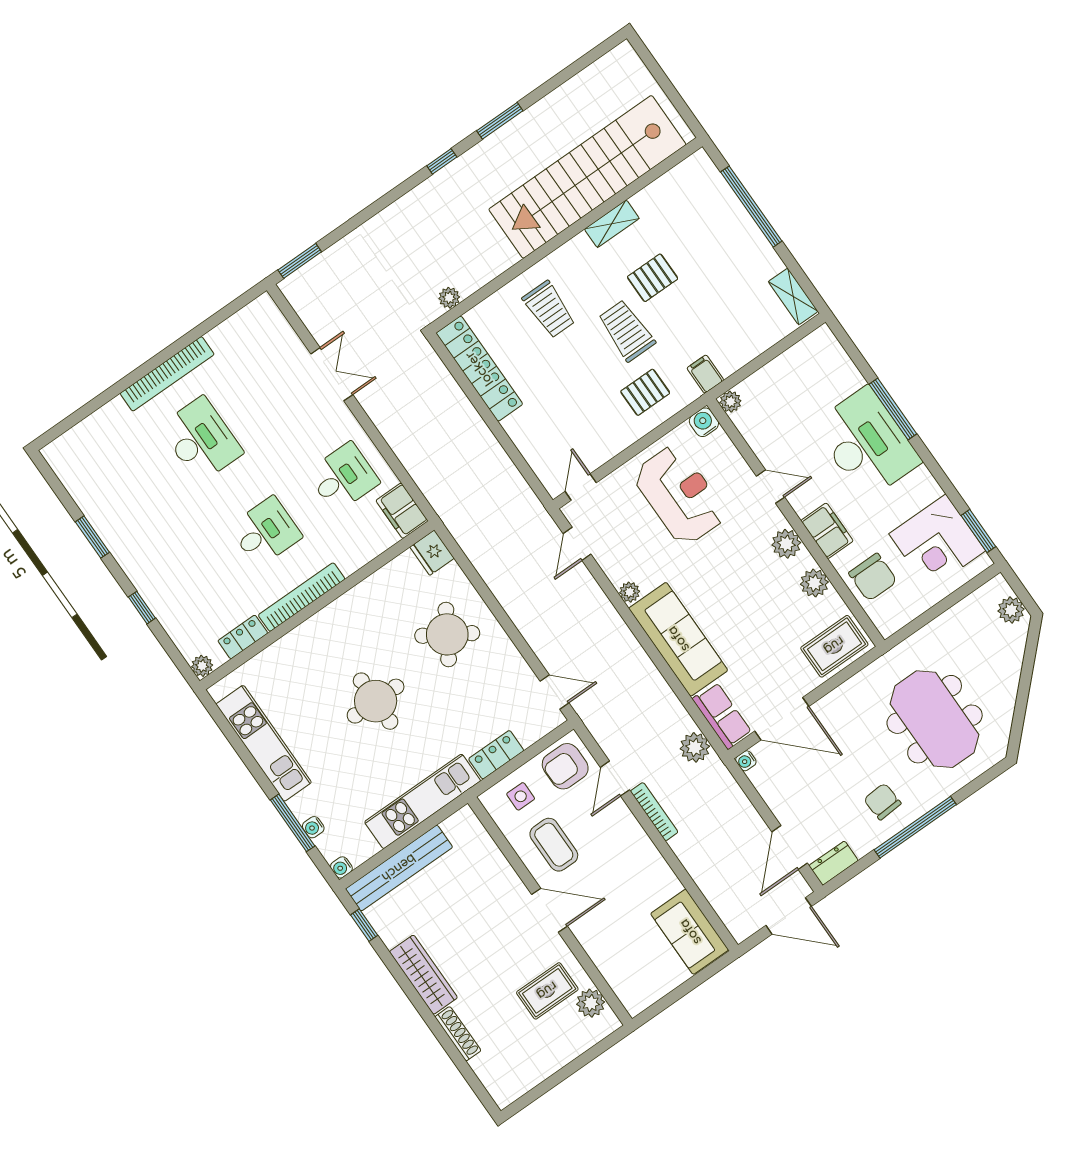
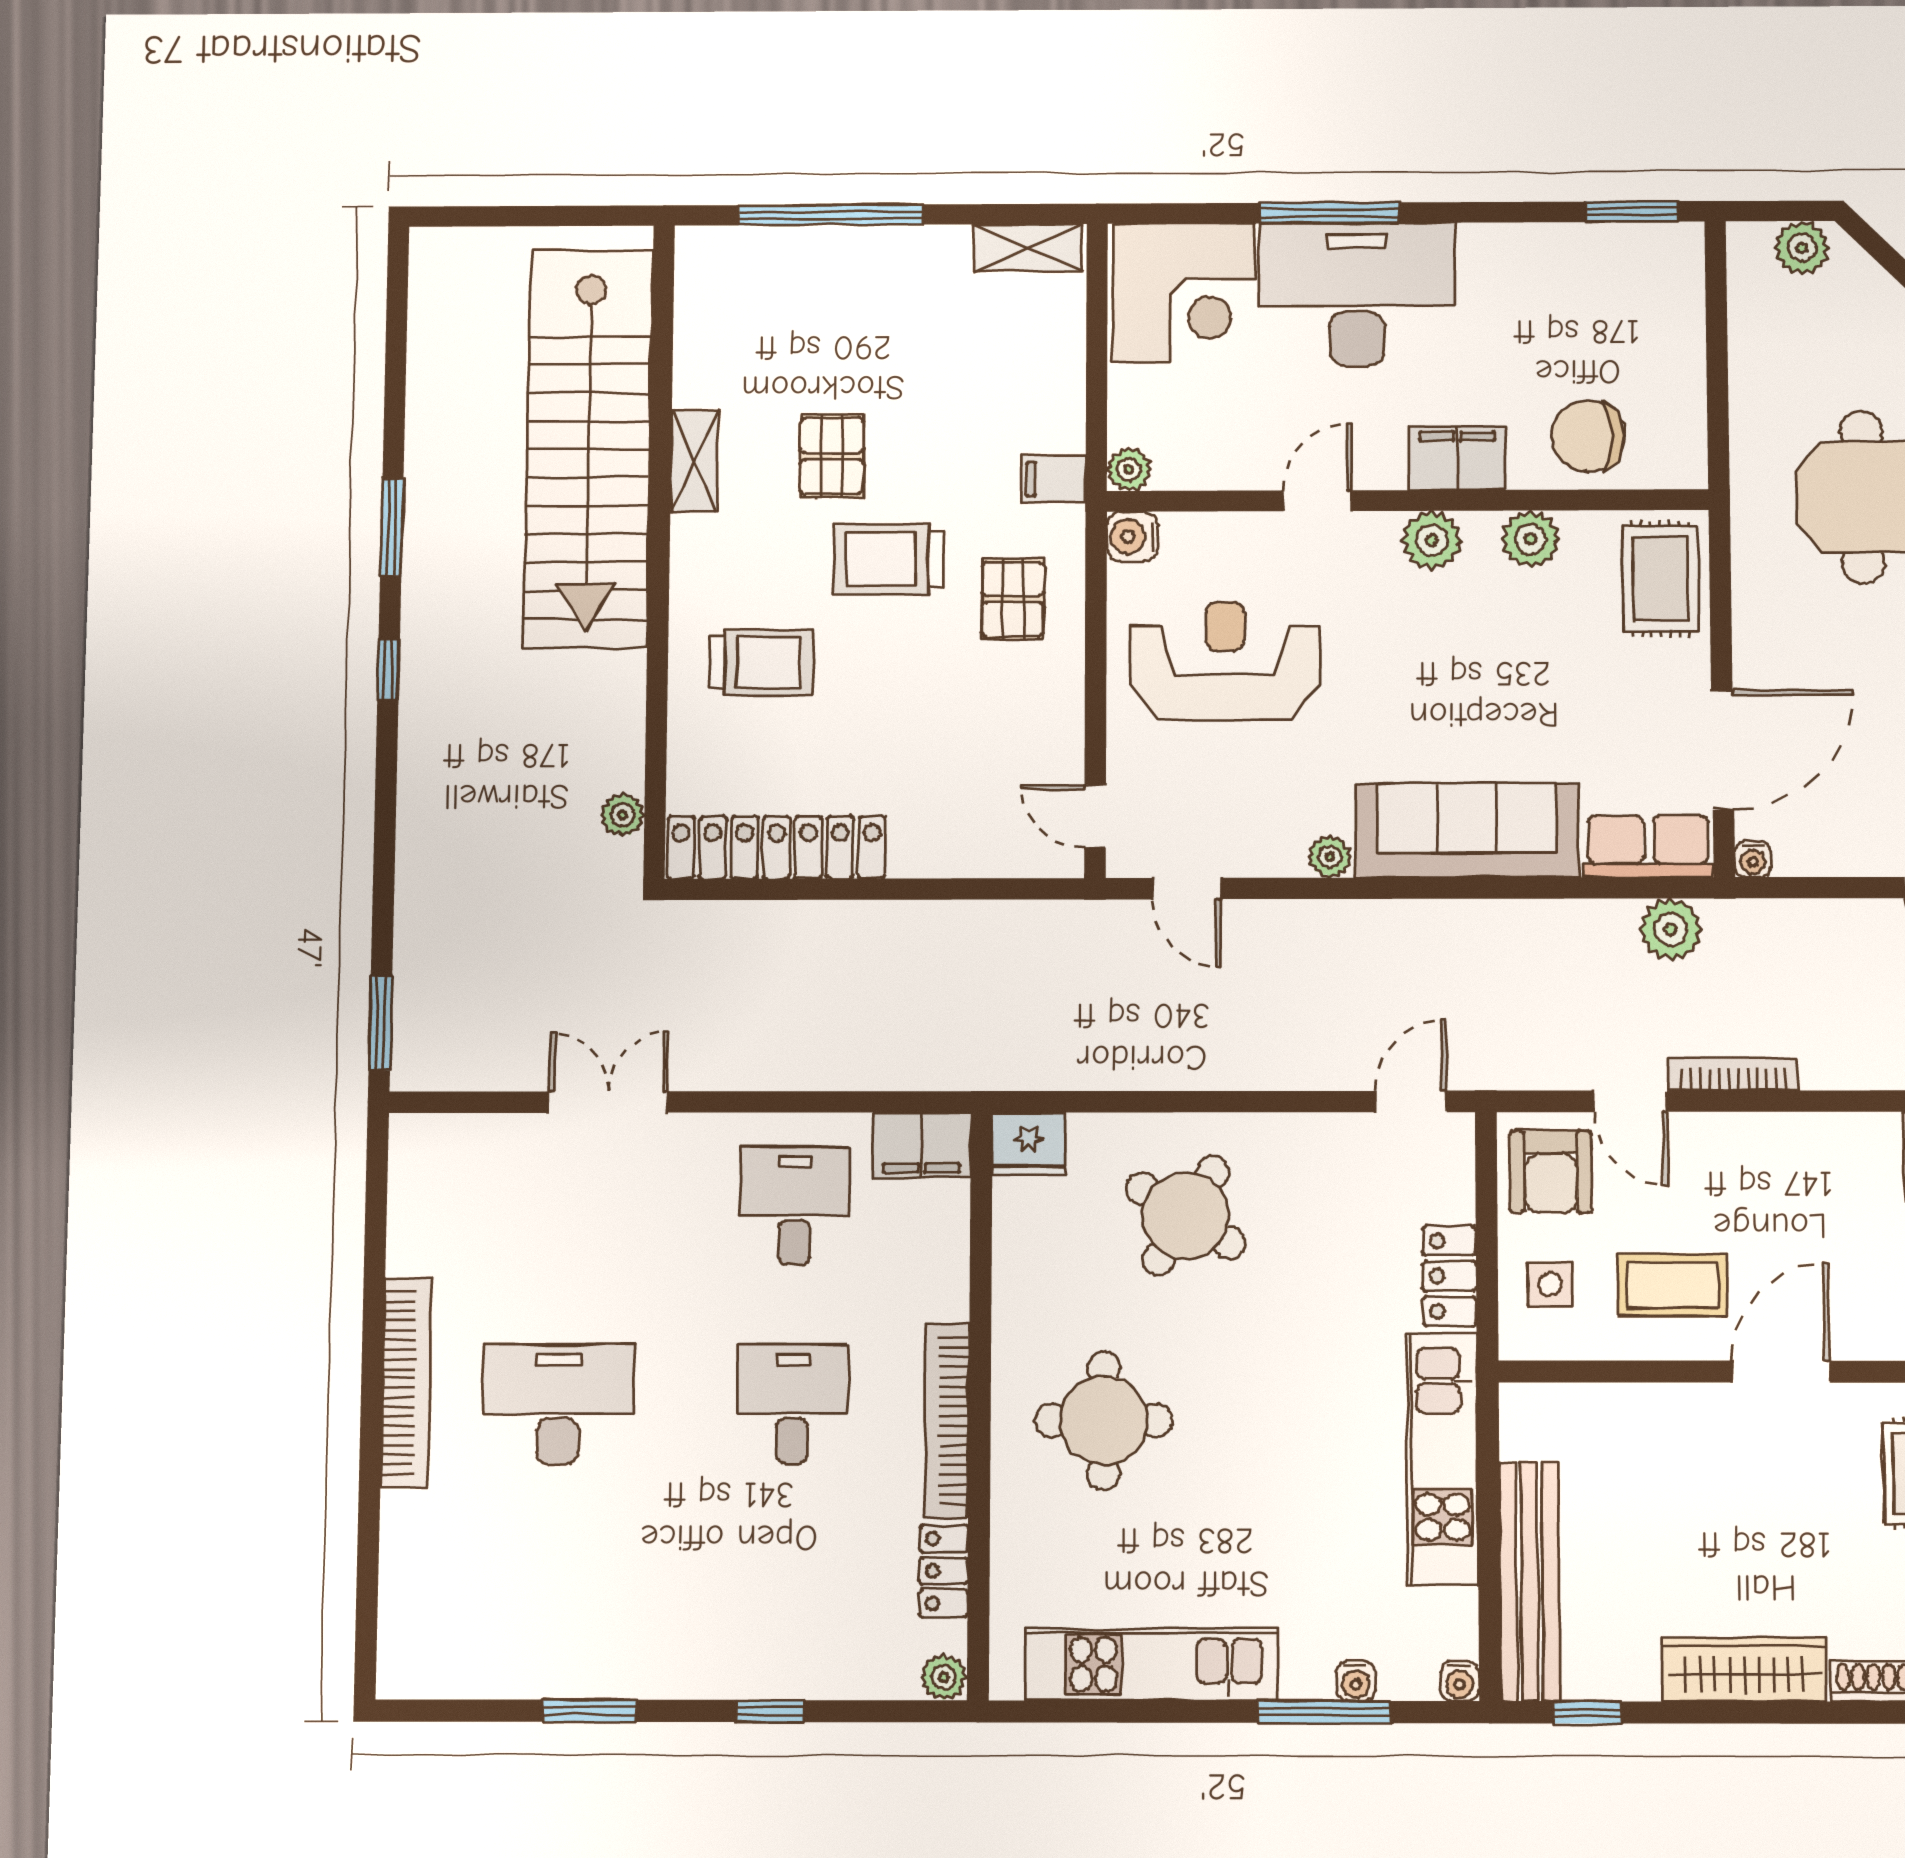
corner desk: (937, 542) -> (1184, 293), moved
chair: (873, 577) -> (1588, 436), turned 180
round table: (376, 701) -> (1104, 1420), moved

